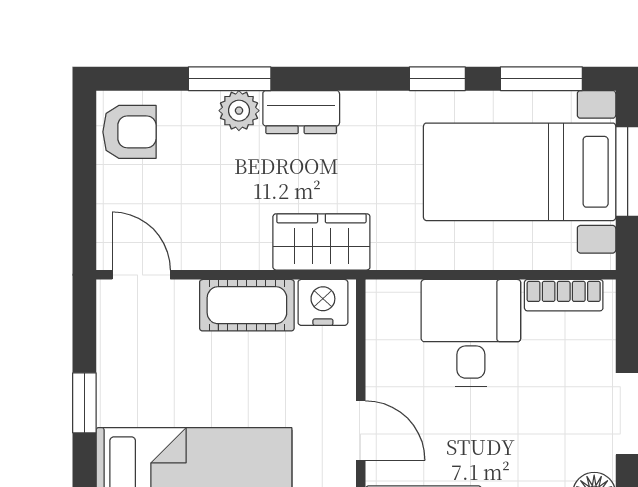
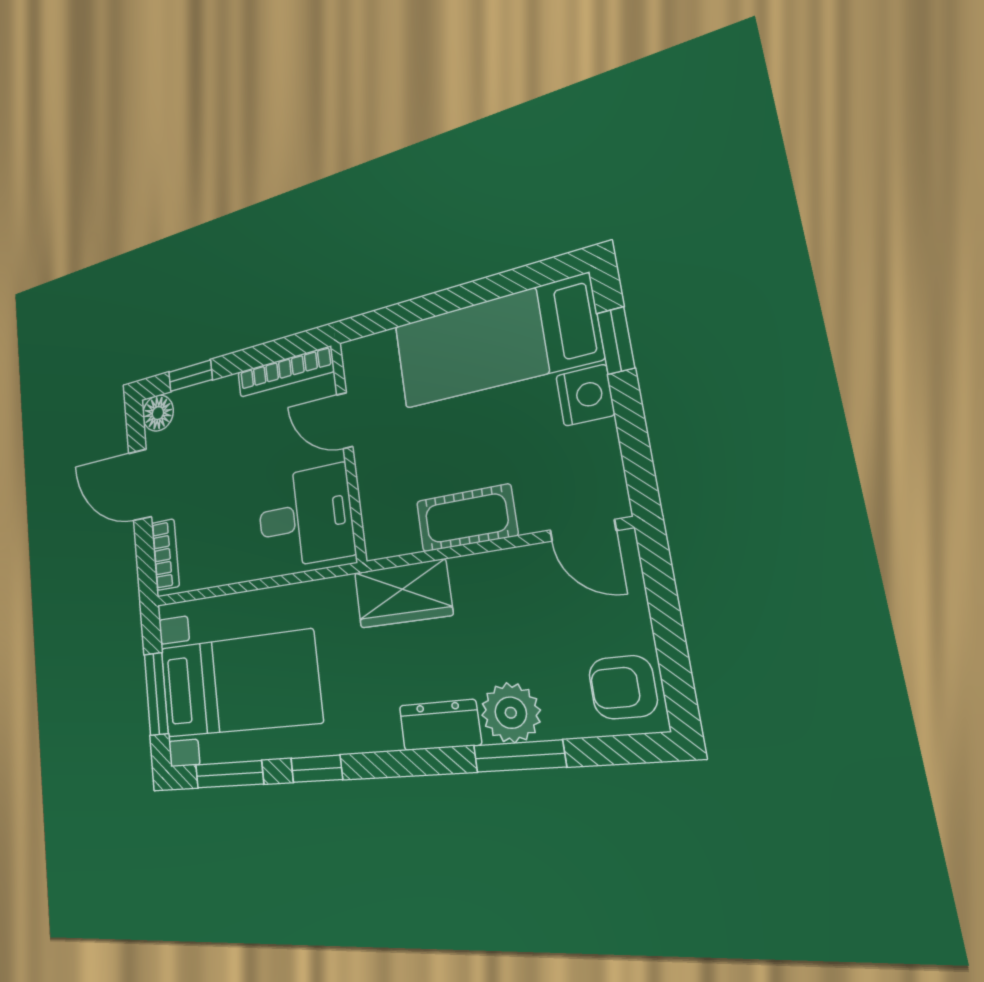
plant: (239, 111) -> (511, 713), width x1.38, depth x1.38
bookcase: (564, 295) -> (165, 555), moved, turned 90
nightstand: (323, 302) -> (585, 395), moved, turned -90
desk: (471, 333) -> (305, 517), moved, turned -90
window: (84, 403) -> (616, 340), moved

